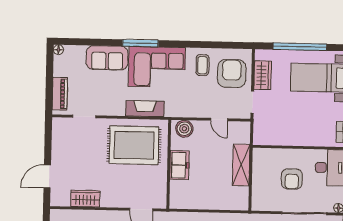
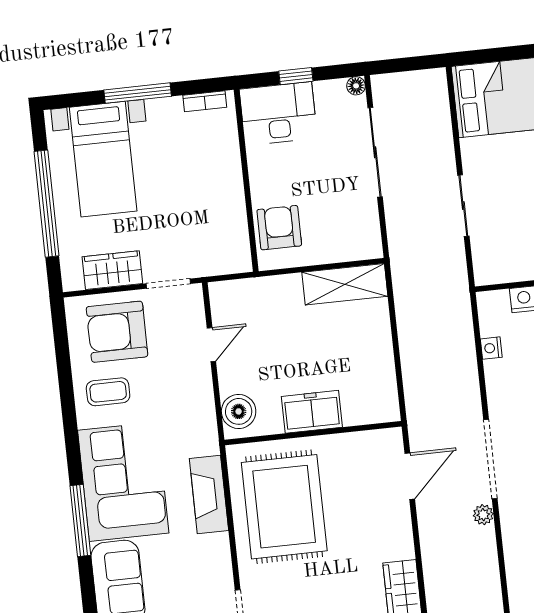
shelving: (241, 165) -> (345, 284), moved
armchair: (292, 179) -> (279, 228), moved, turned -90

